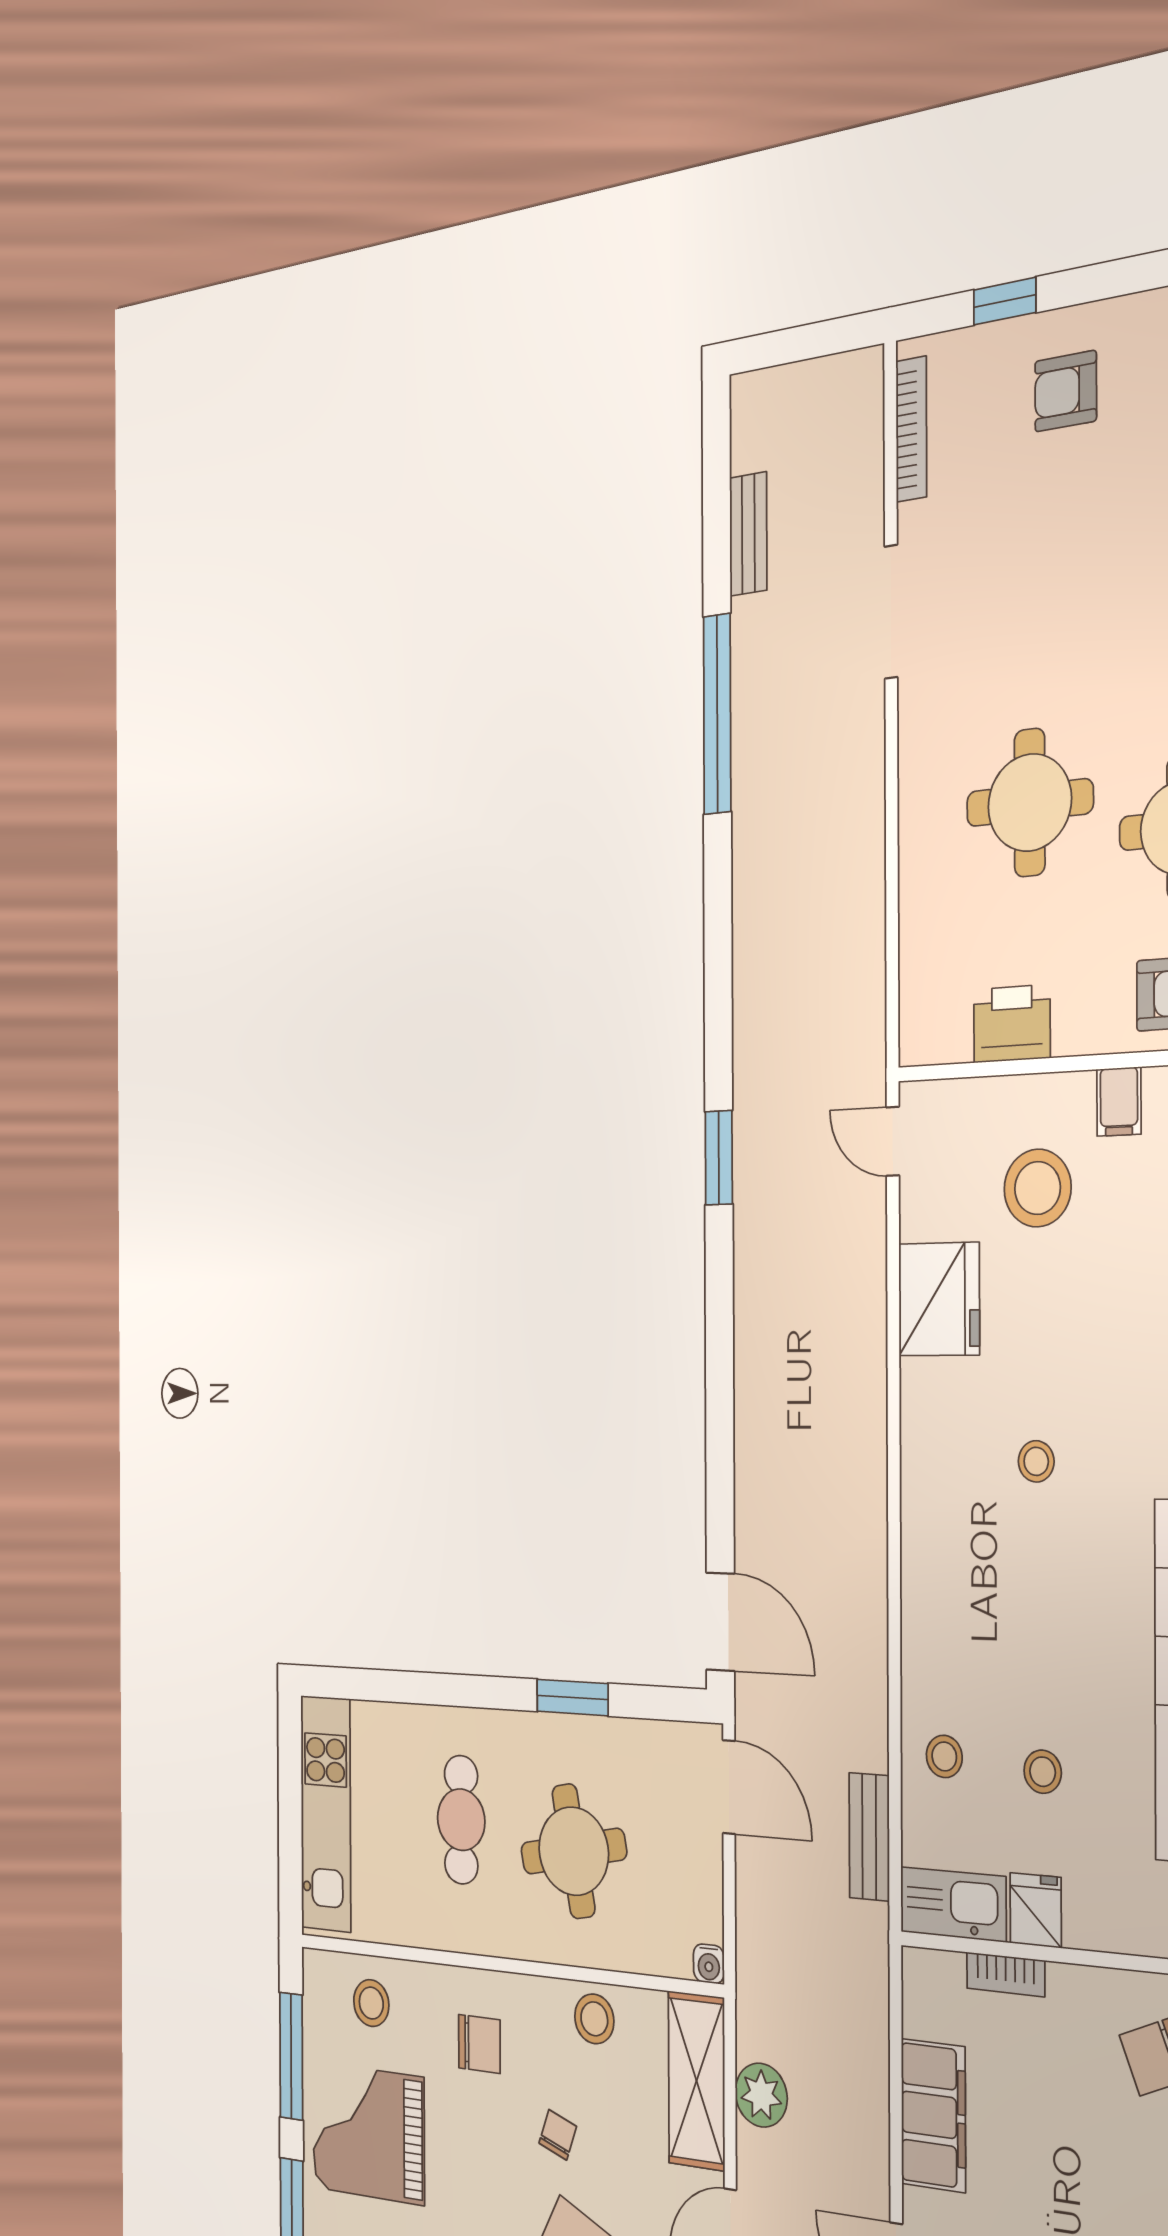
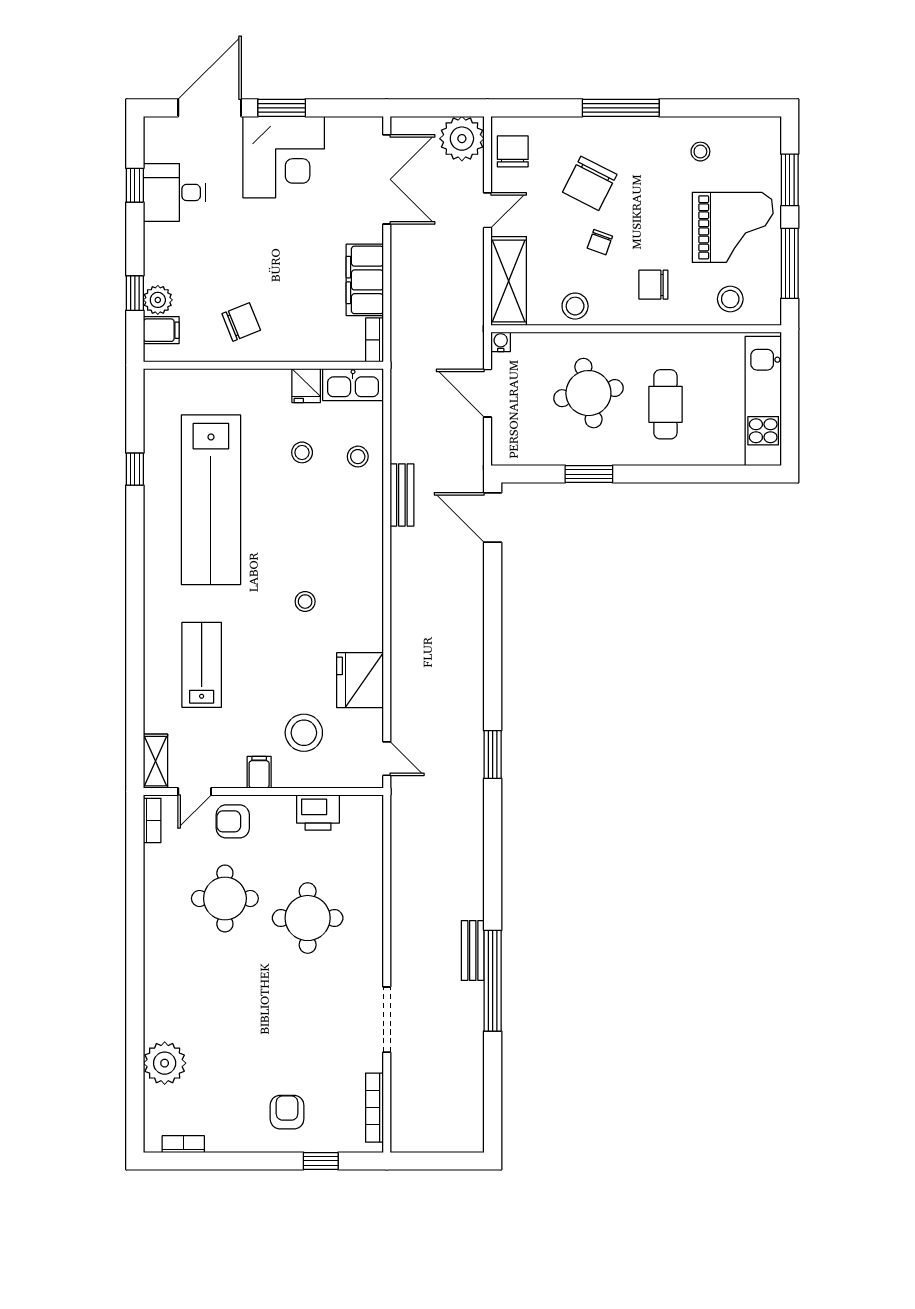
armchair: (1066, 391) -> (287, 1112), turned -90
bench: (748, 534) -> (473, 950), moved
door: (729, 1787) -> (488, 393), moved
bench: (869, 1837) -> (402, 495), moved
bookcase: (1006, 1974) -> (374, 340), moved, turned -90
plant: (761, 2095) -> (468, 278), removed

